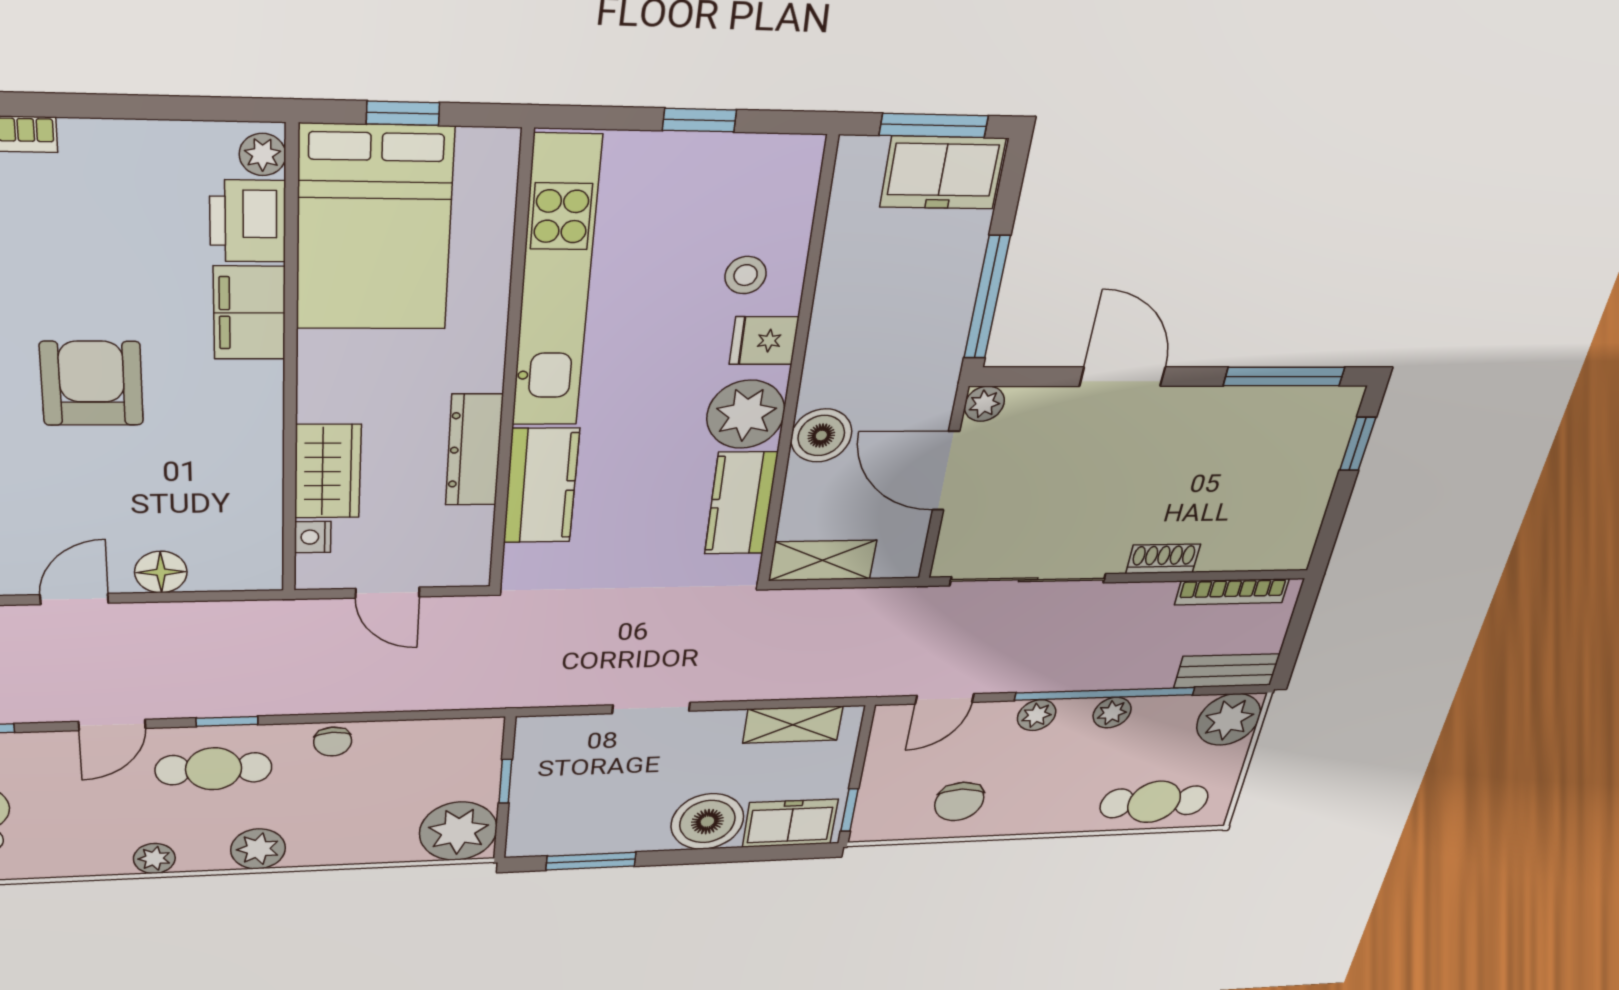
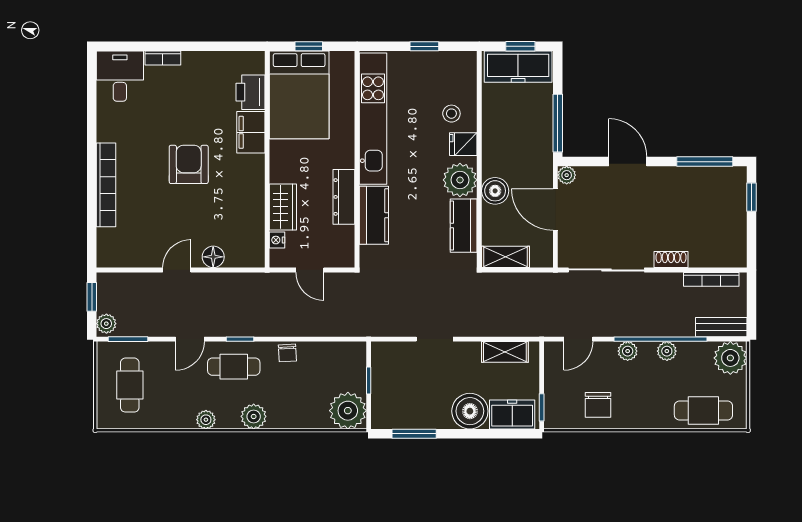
window: (934, 125) -> (520, 46), width x0.67
plant: (263, 155) -> (256, 64), removed
freezer: (943, 173) -> (518, 67), width x1.40

